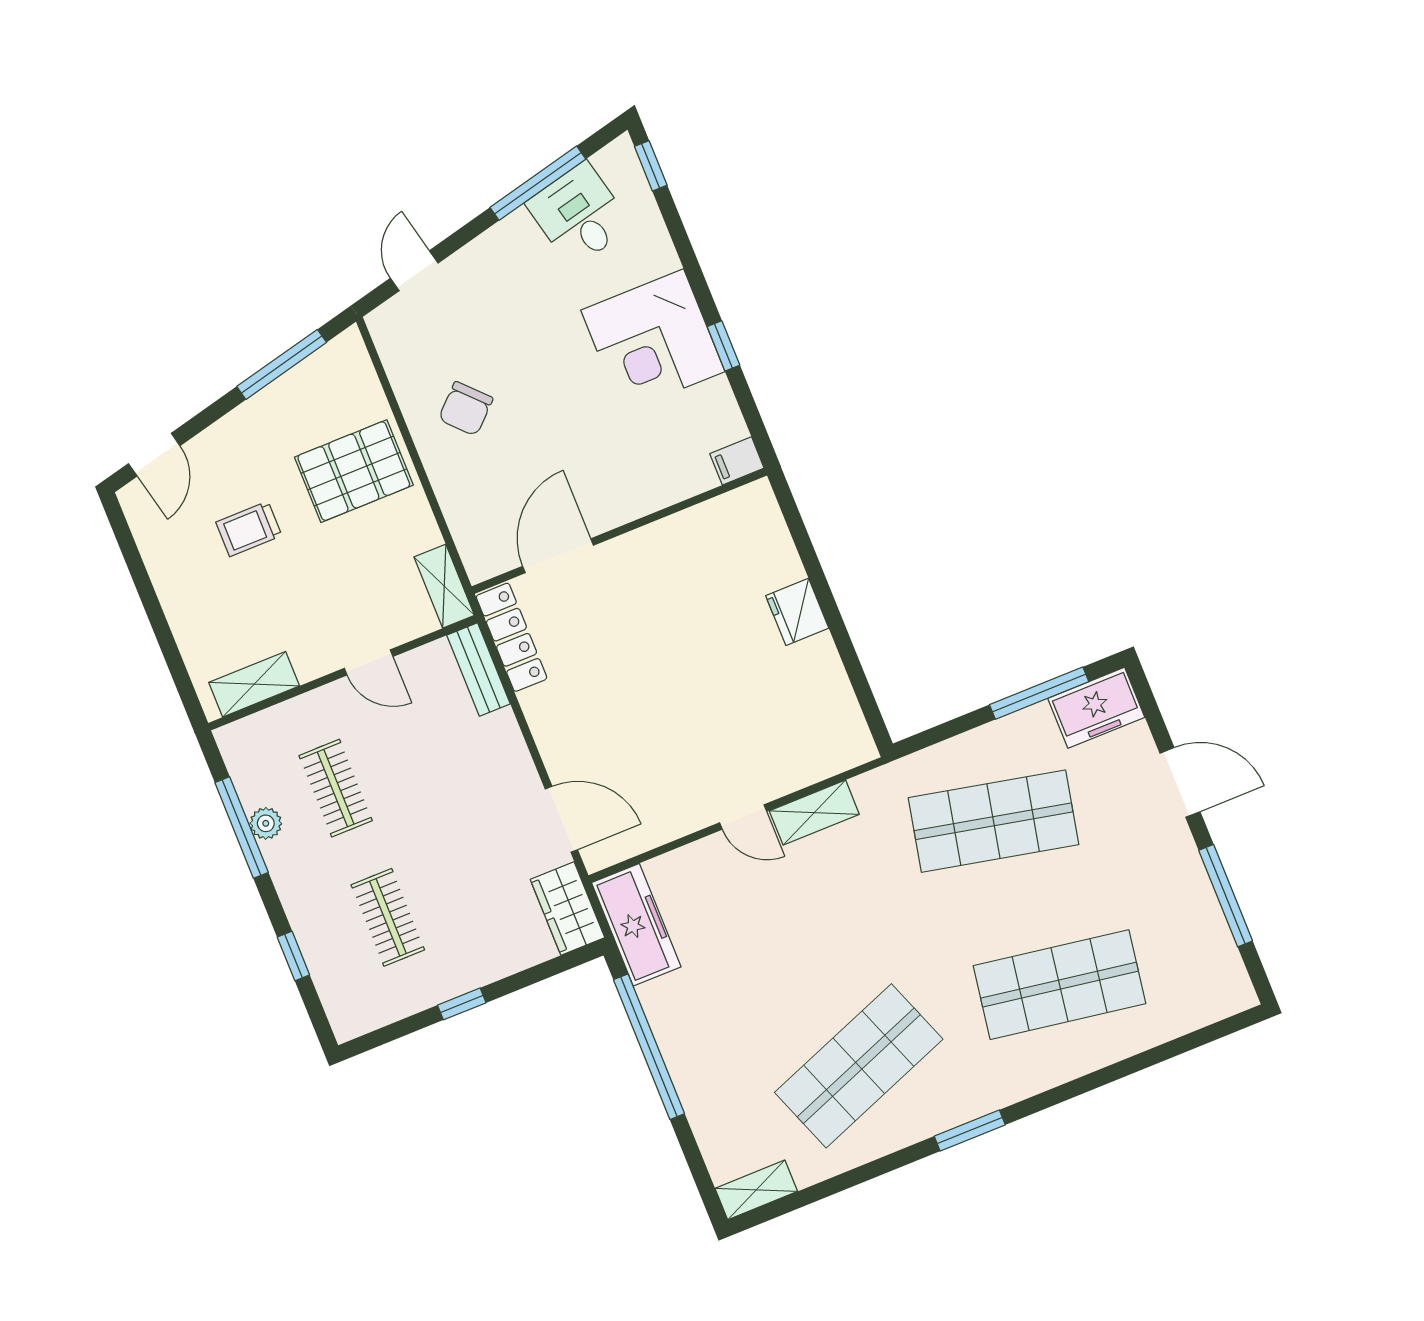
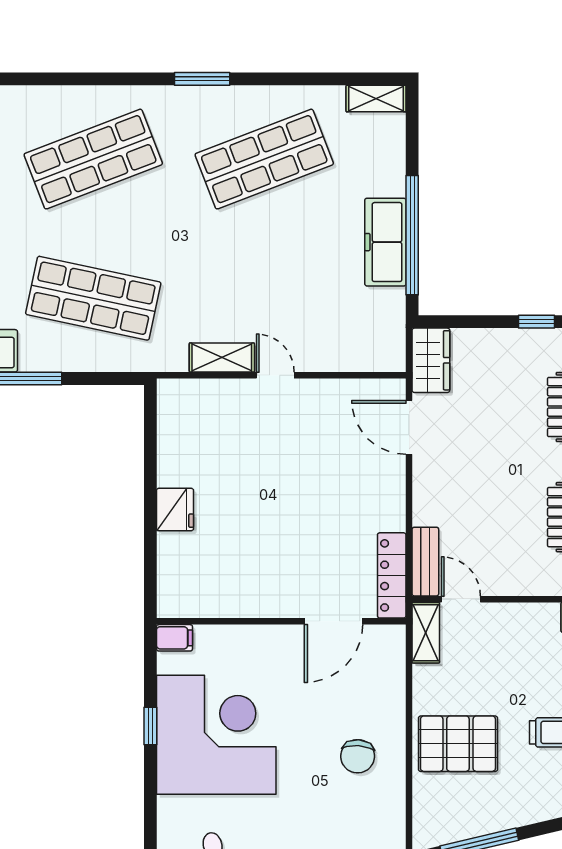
corner desk: (653, 341) -> (216, 735), width x1.36, depth x1.36
chair: (466, 409) -> (358, 756), turned 138
door: (369, 662) -> (461, 599), moved
freezer: (636, 925) -> (385, 242), moved
shop shelf: (1060, 985) -> (93, 159), turned -30

